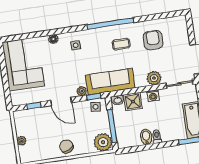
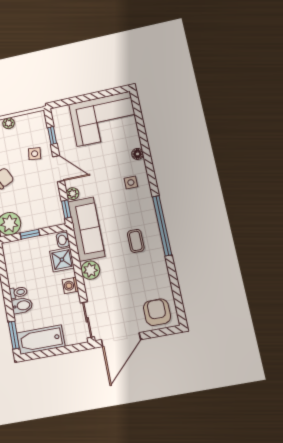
armchair: (153, 40) -> (157, 312), moved, turned -90
plant: (154, 78) -> (90, 270), moved
door: (61, 102) -> (58, 169), swing flipped
side table: (96, 107) -> (35, 154), moved
window: (112, 126) -> (30, 234), width x0.46
bidet: (146, 137) -> (22, 306), moved

